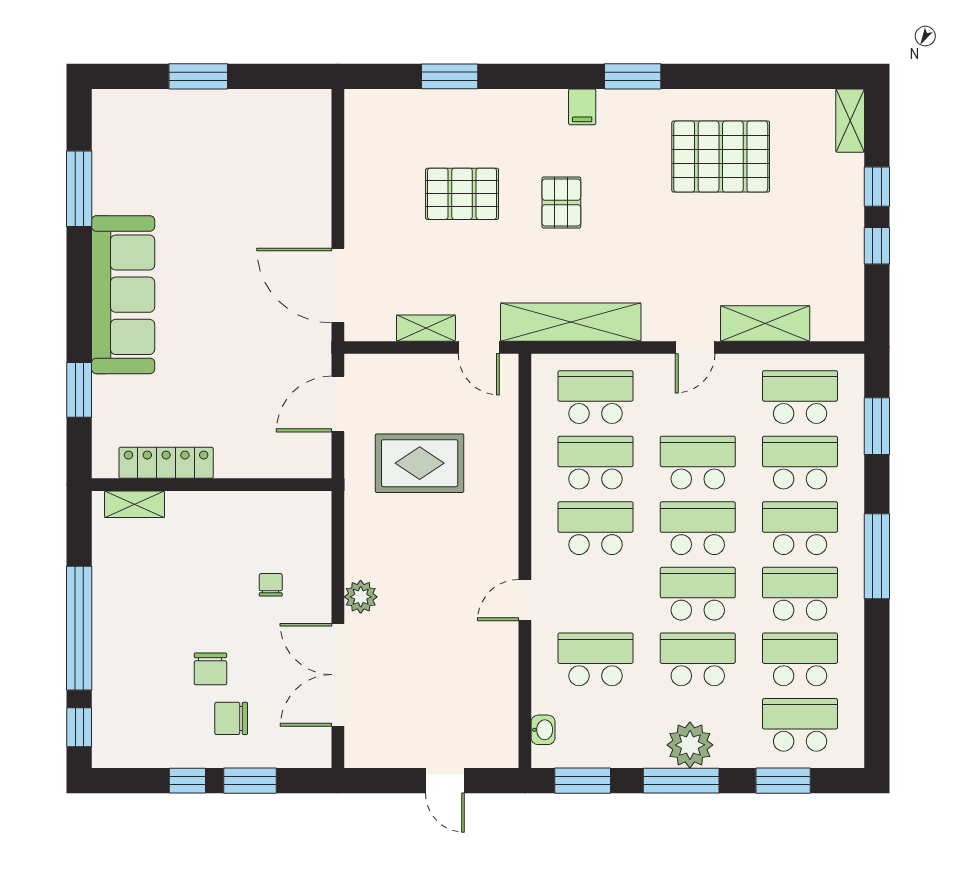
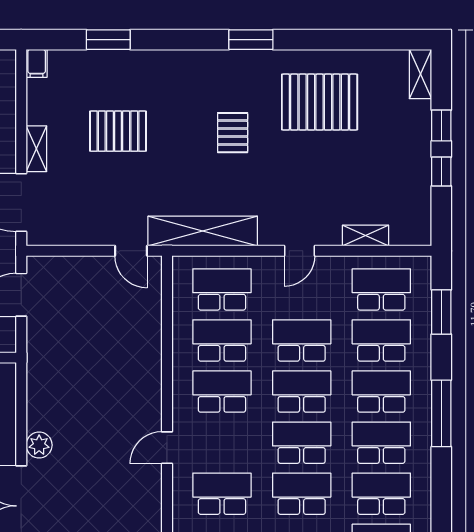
filing cabinet: (582, 107) -> (37, 63), moved
pallet: (561, 202) -> (233, 133), moved
shelving: (765, 323) -> (366, 236), width x0.67, depth x0.75
shelving: (426, 328) -> (36, 149), moved, turned 90
rug: (420, 463) -> (85, 341), removed

